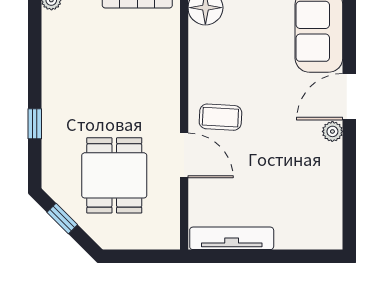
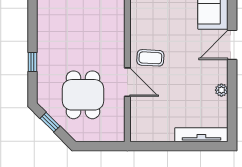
plant: (332, 131) -> (221, 90), moved
tv unit: (232, 238) -> (201, 135), moved

